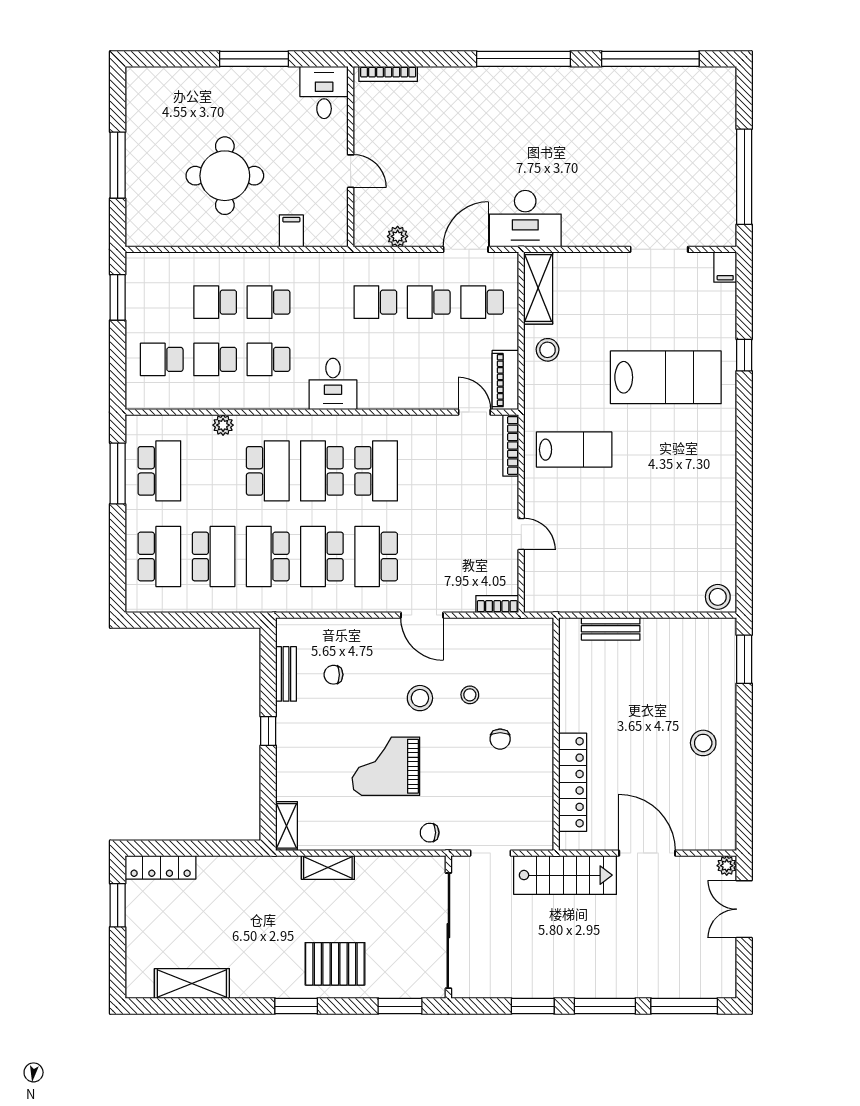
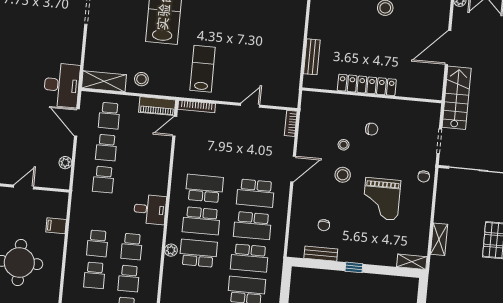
plant: (223, 425) -> (171, 250), moved
locker: (573, 782) -> (367, 85), moved

